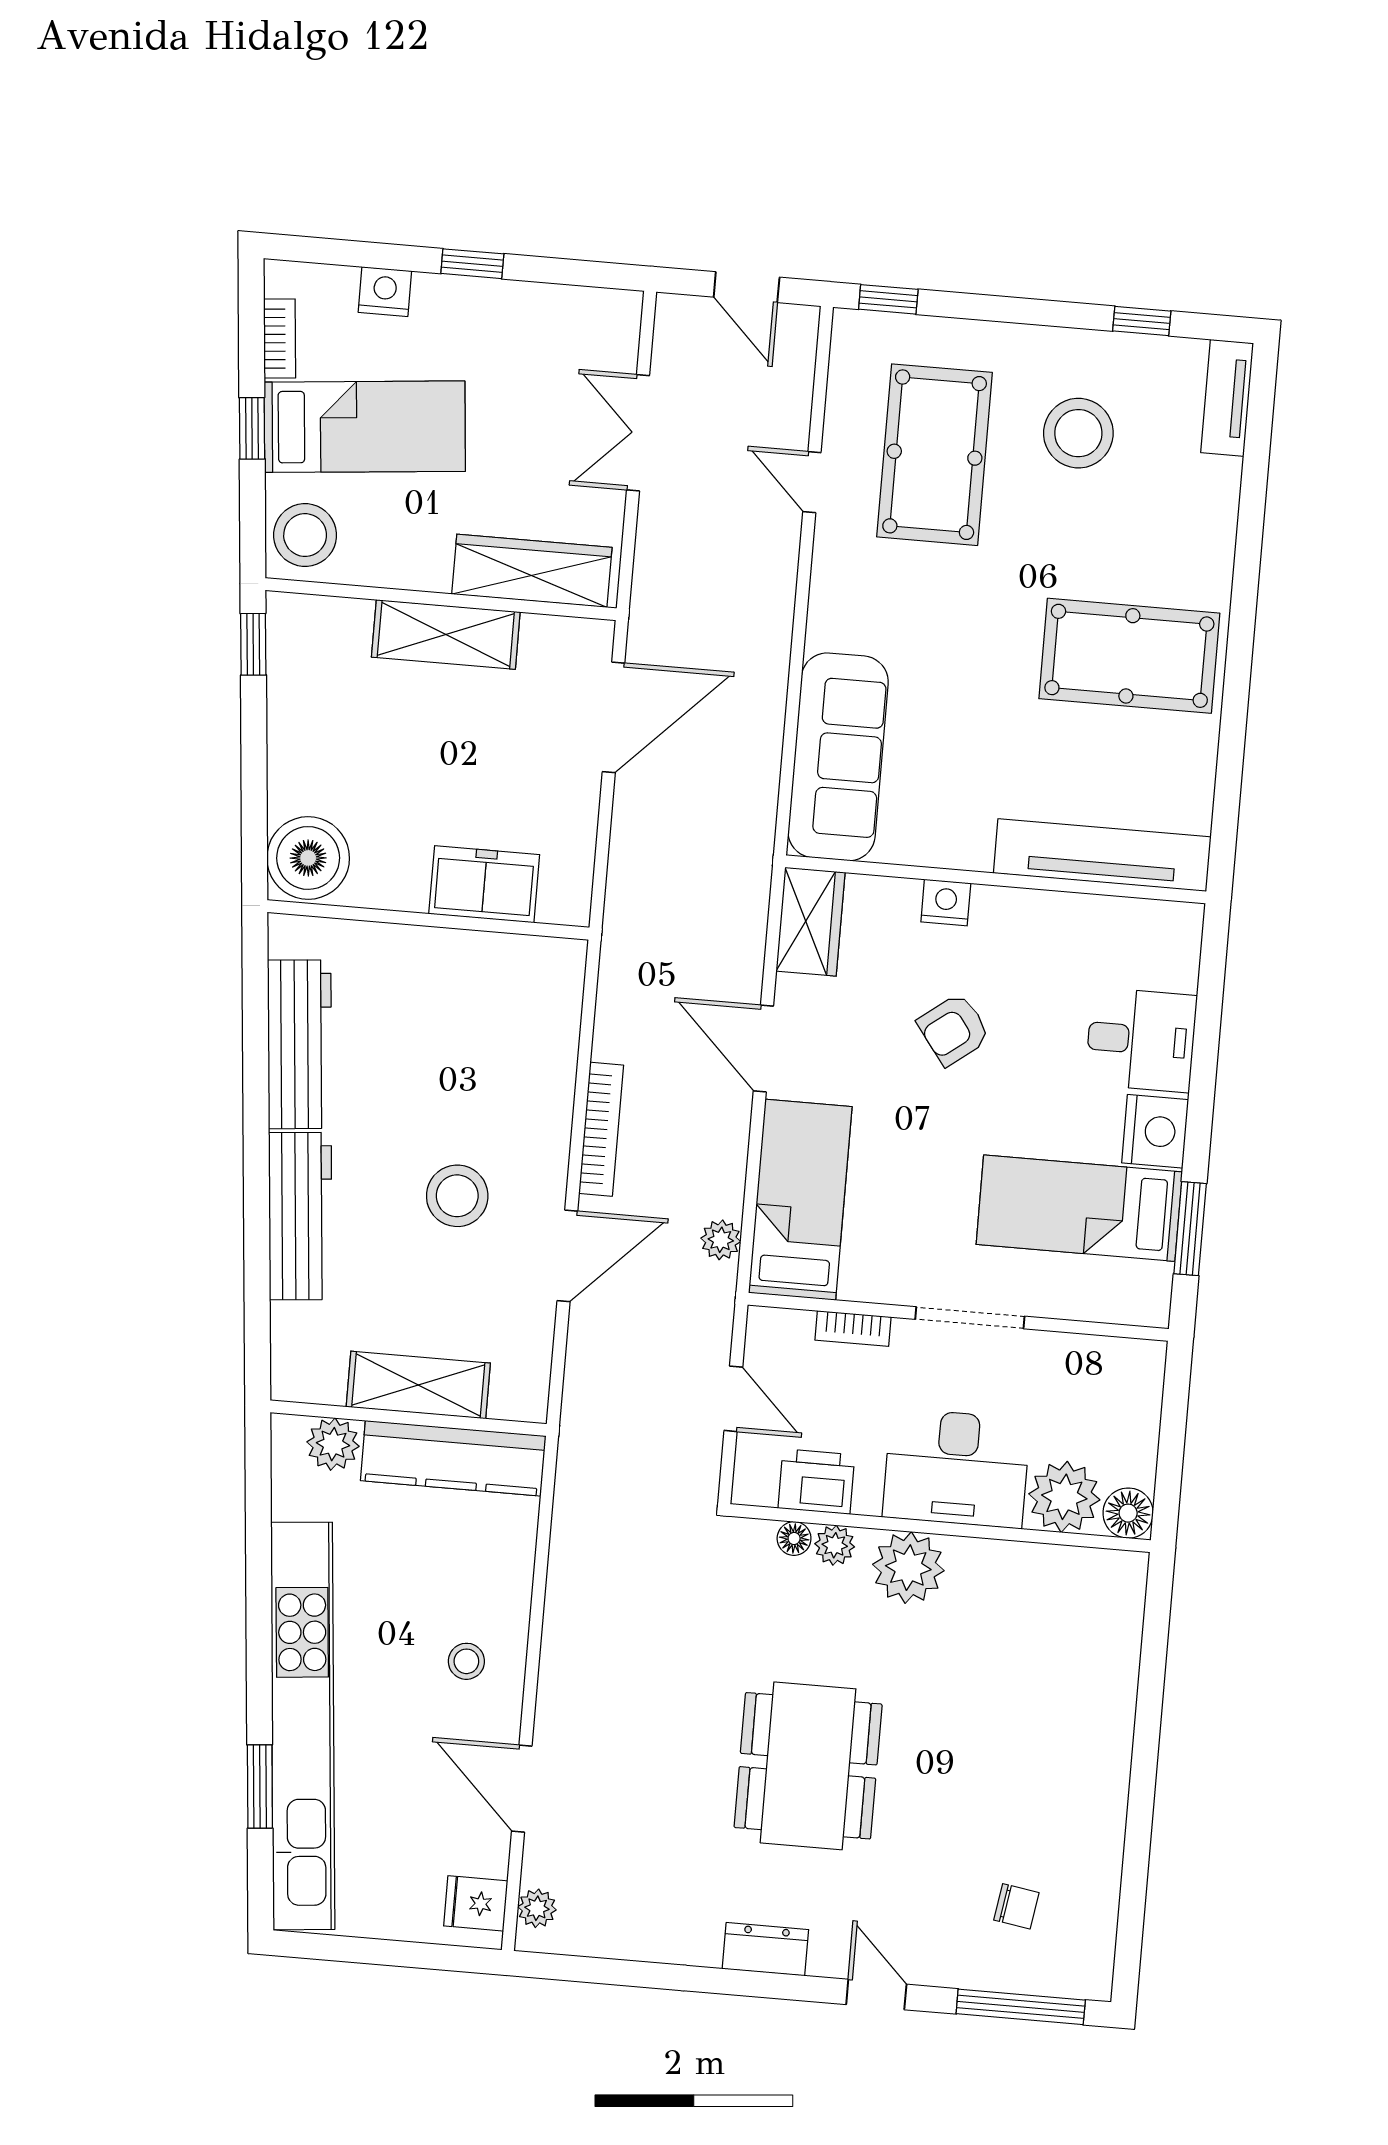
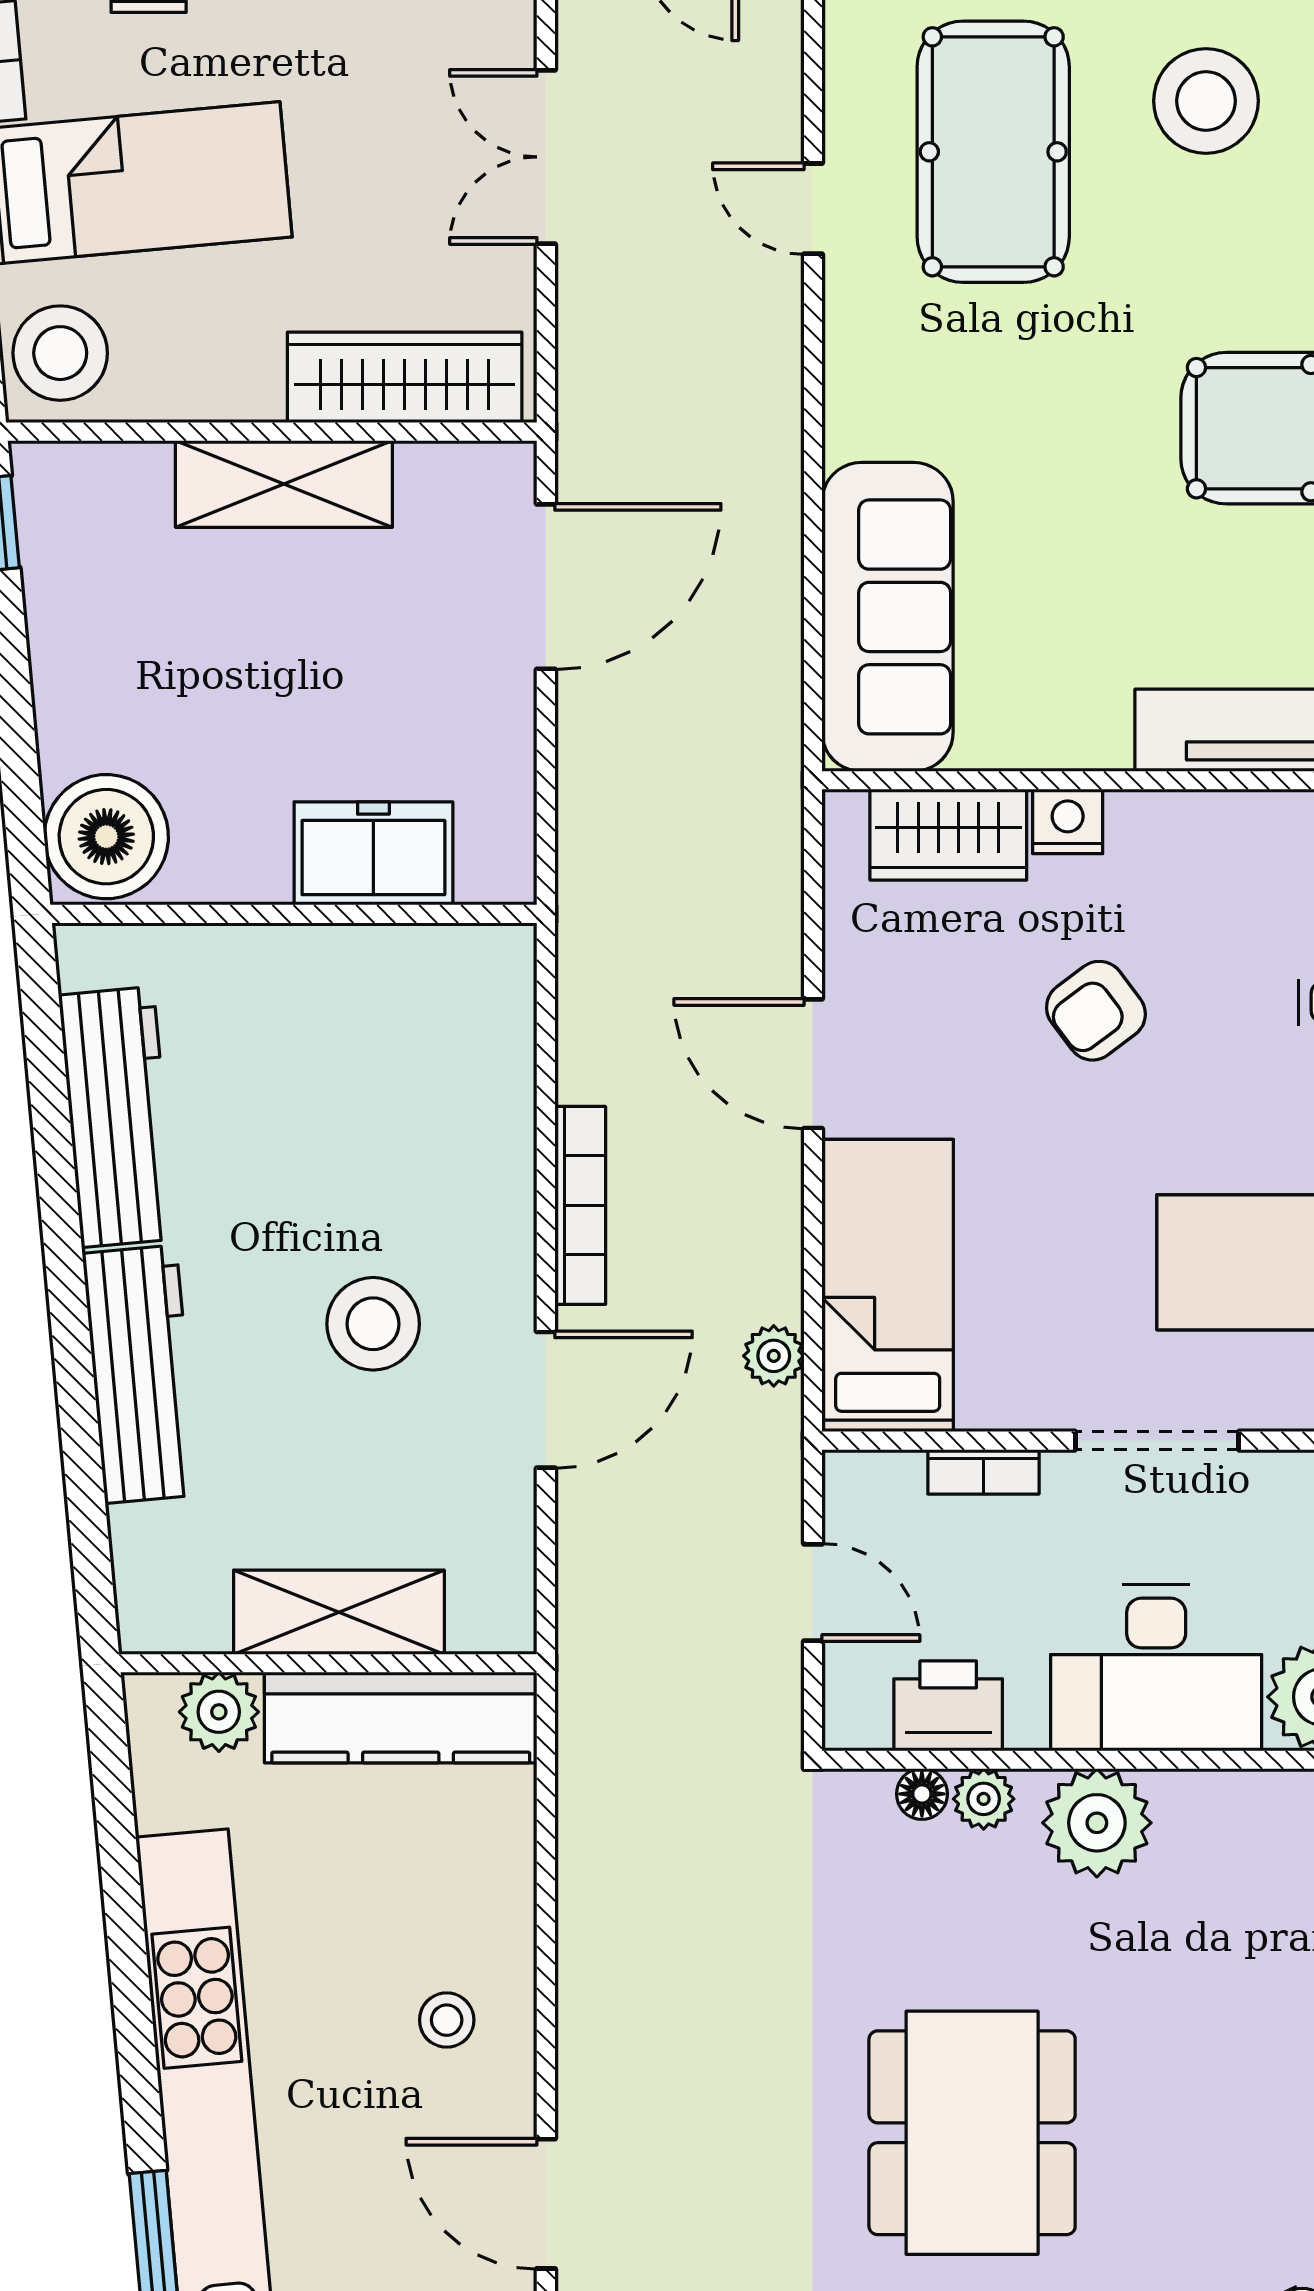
wardrobe: (811, 922) -> (948, 835), moved, turned 90

